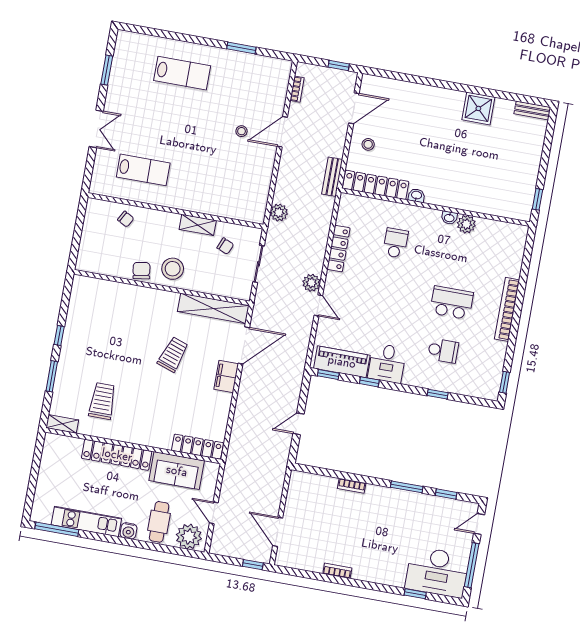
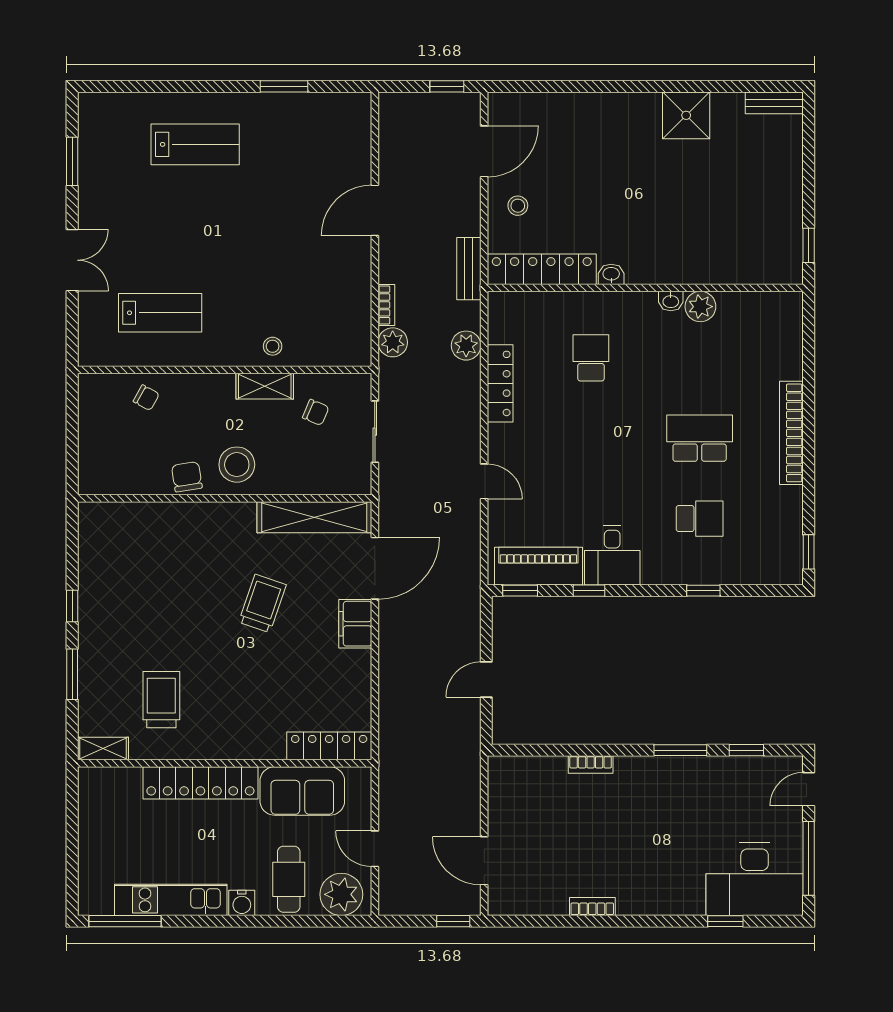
bookcase: (297, 89) -> (386, 305), moved
stool: (241, 131) -> (273, 346), moved
plant: (311, 283) -> (466, 346), moved

